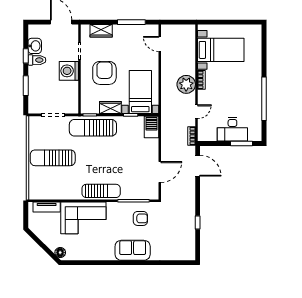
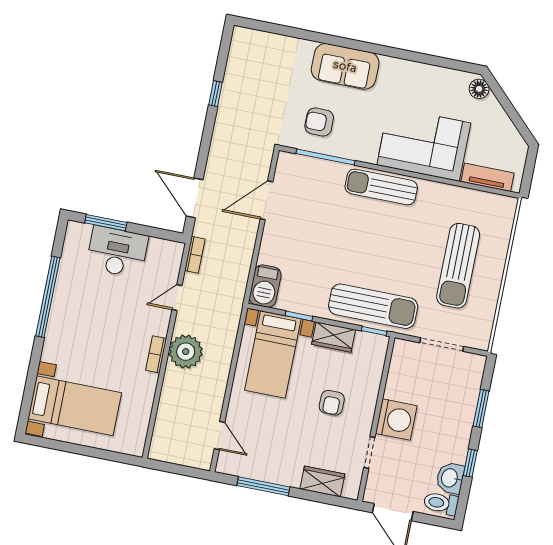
bed with nightstands: (221, 50) -> (75, 406), moved, turned 180
toilet: (37, 60) -> (441, 503), moved
armchair: (104, 73) -> (332, 403), width x0.53, depth x0.53
sun lounger: (53, 158) -> (458, 266), turned 90

